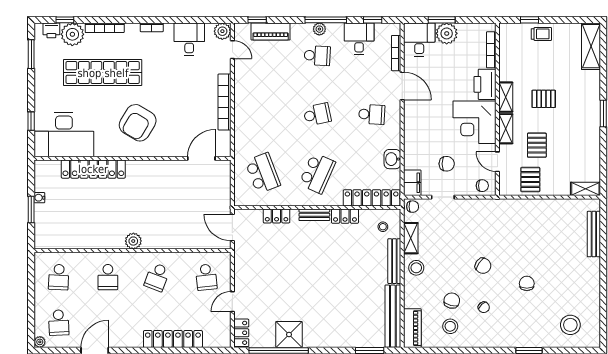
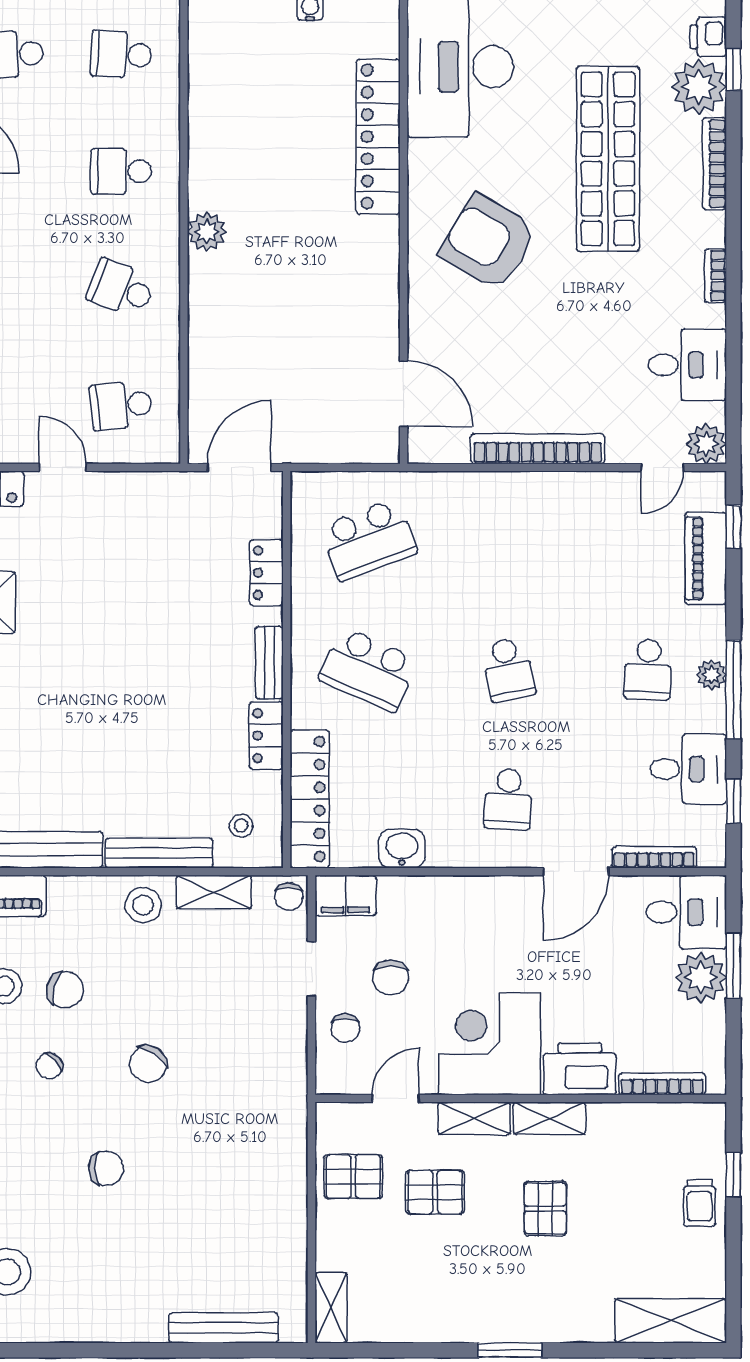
chair: (482, 186) -> (345, 1028), moved

